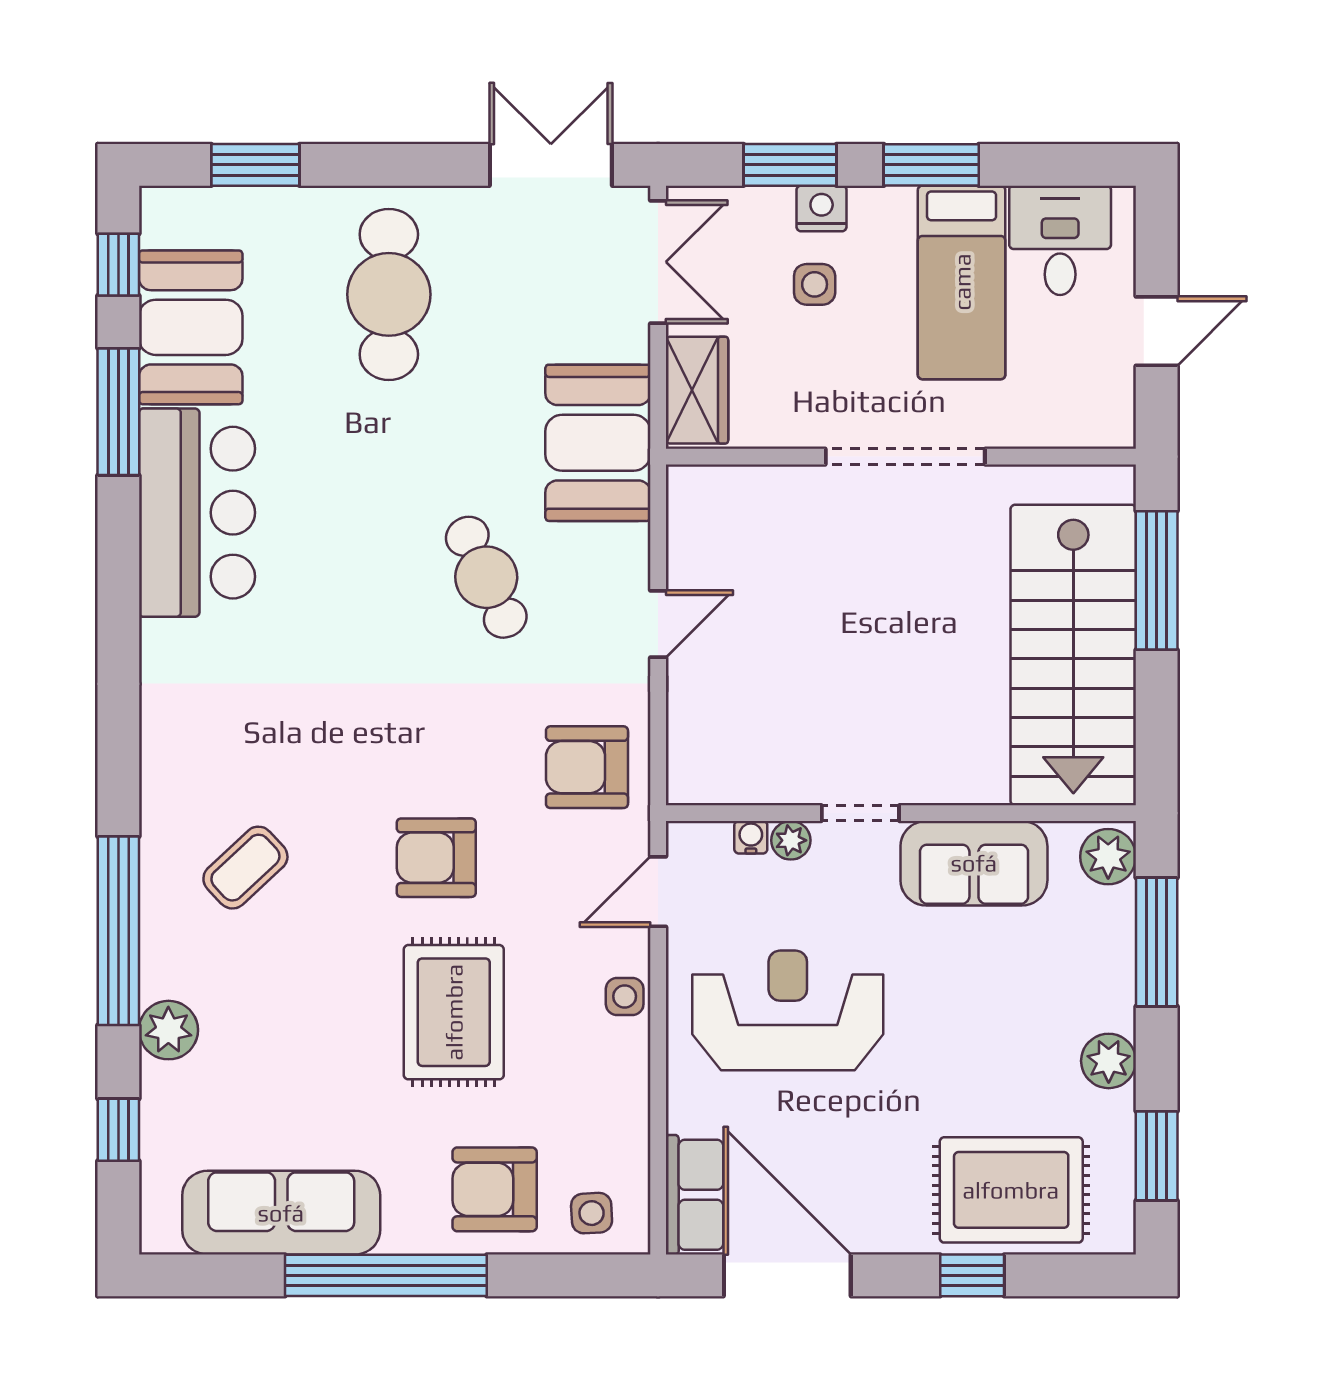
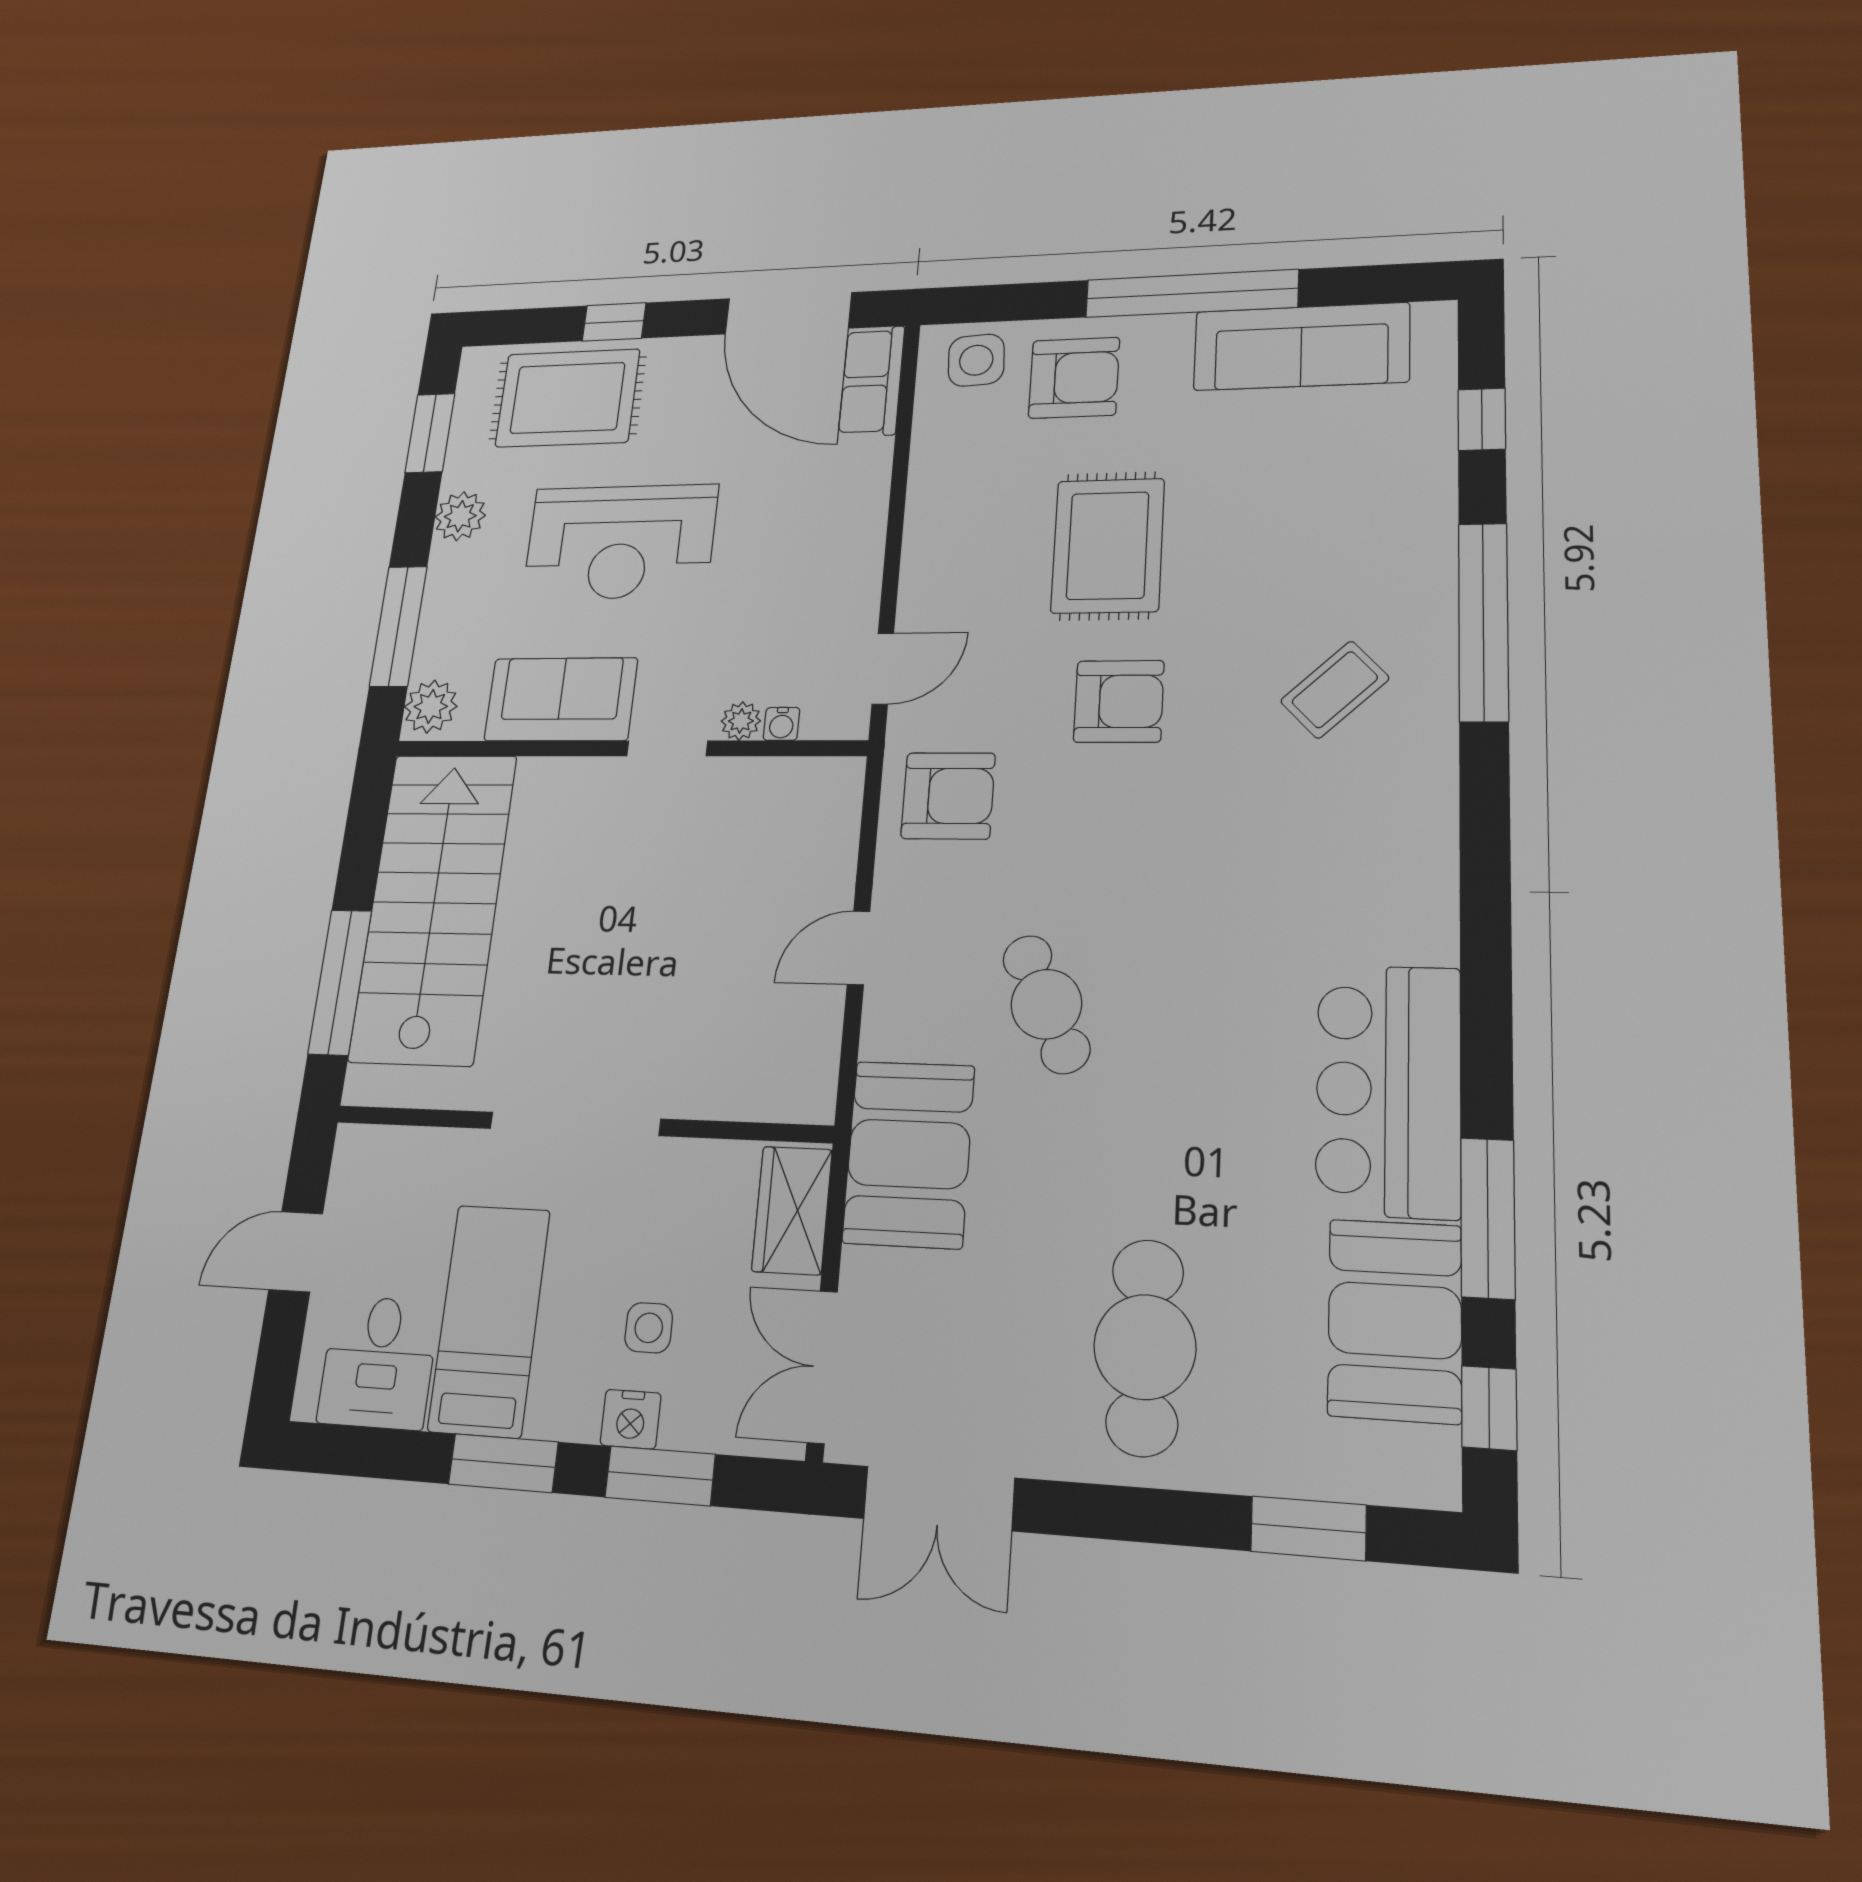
side table: (625, 996) -> (926, 565), removed
reception desk: (788, 1010) -> (620, 542), moved
plant: (168, 1030) -> (1425, 520), removed
side table: (592, 1213) -> (976, 360), width x1.37, depth x1.37

